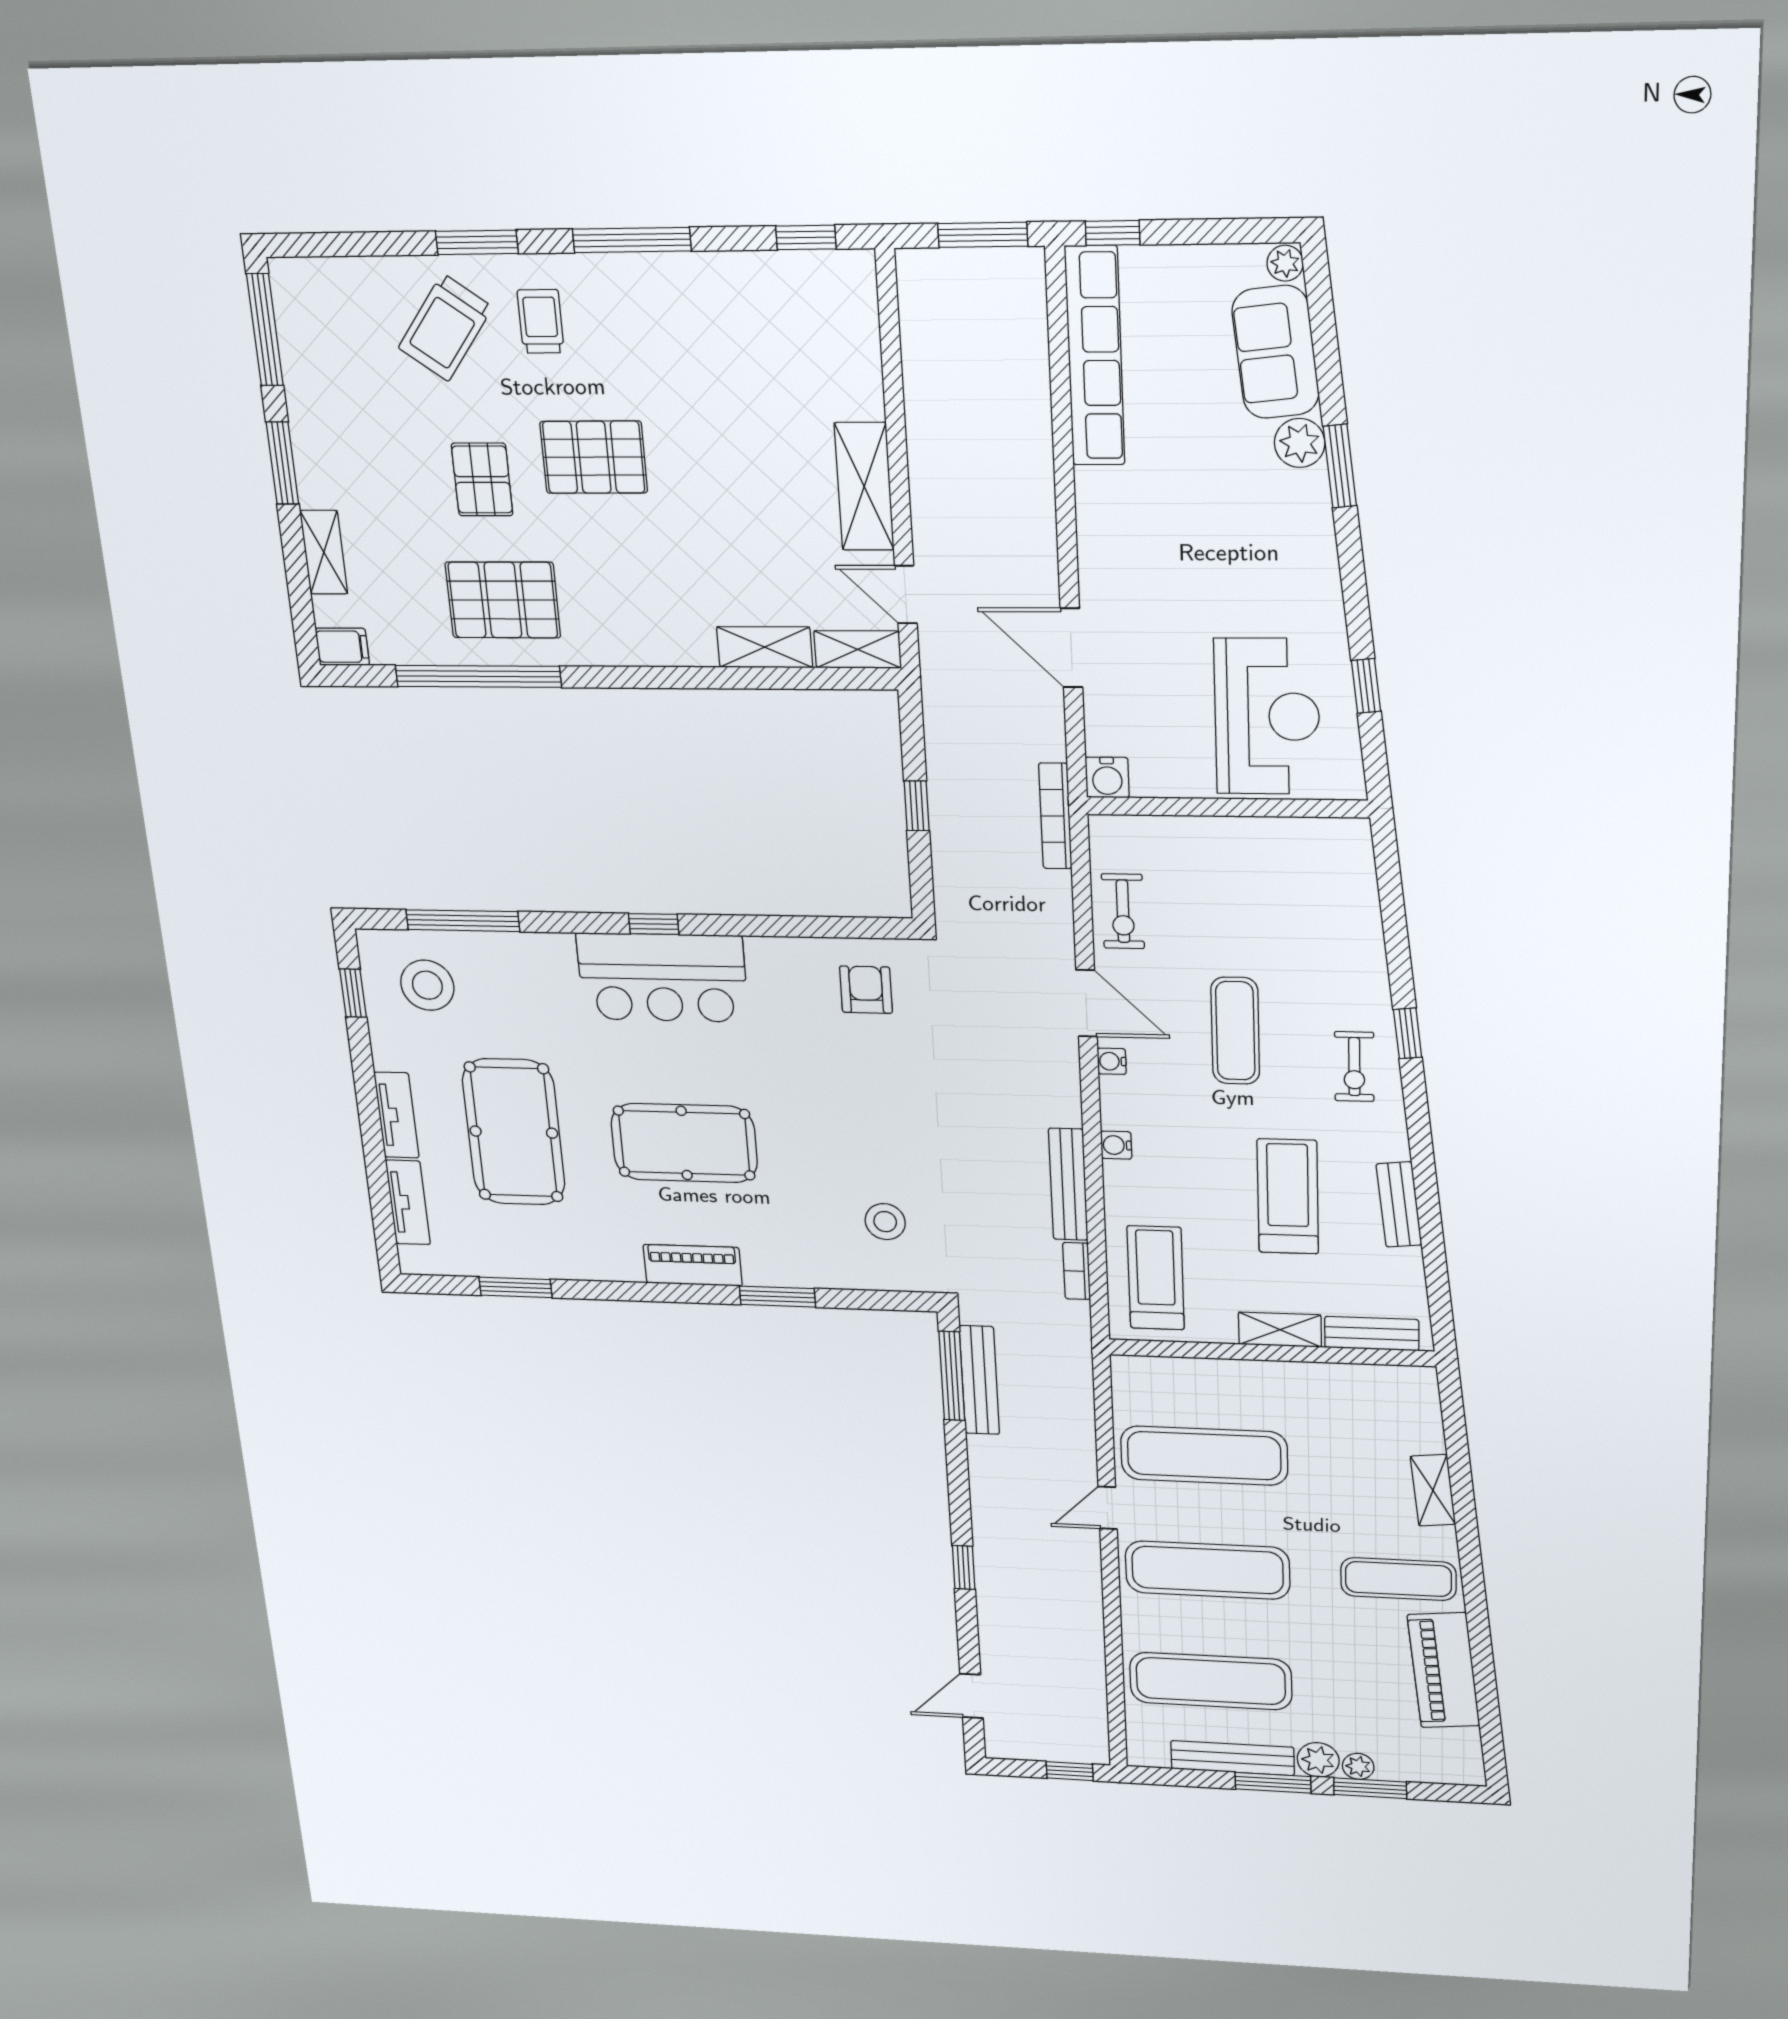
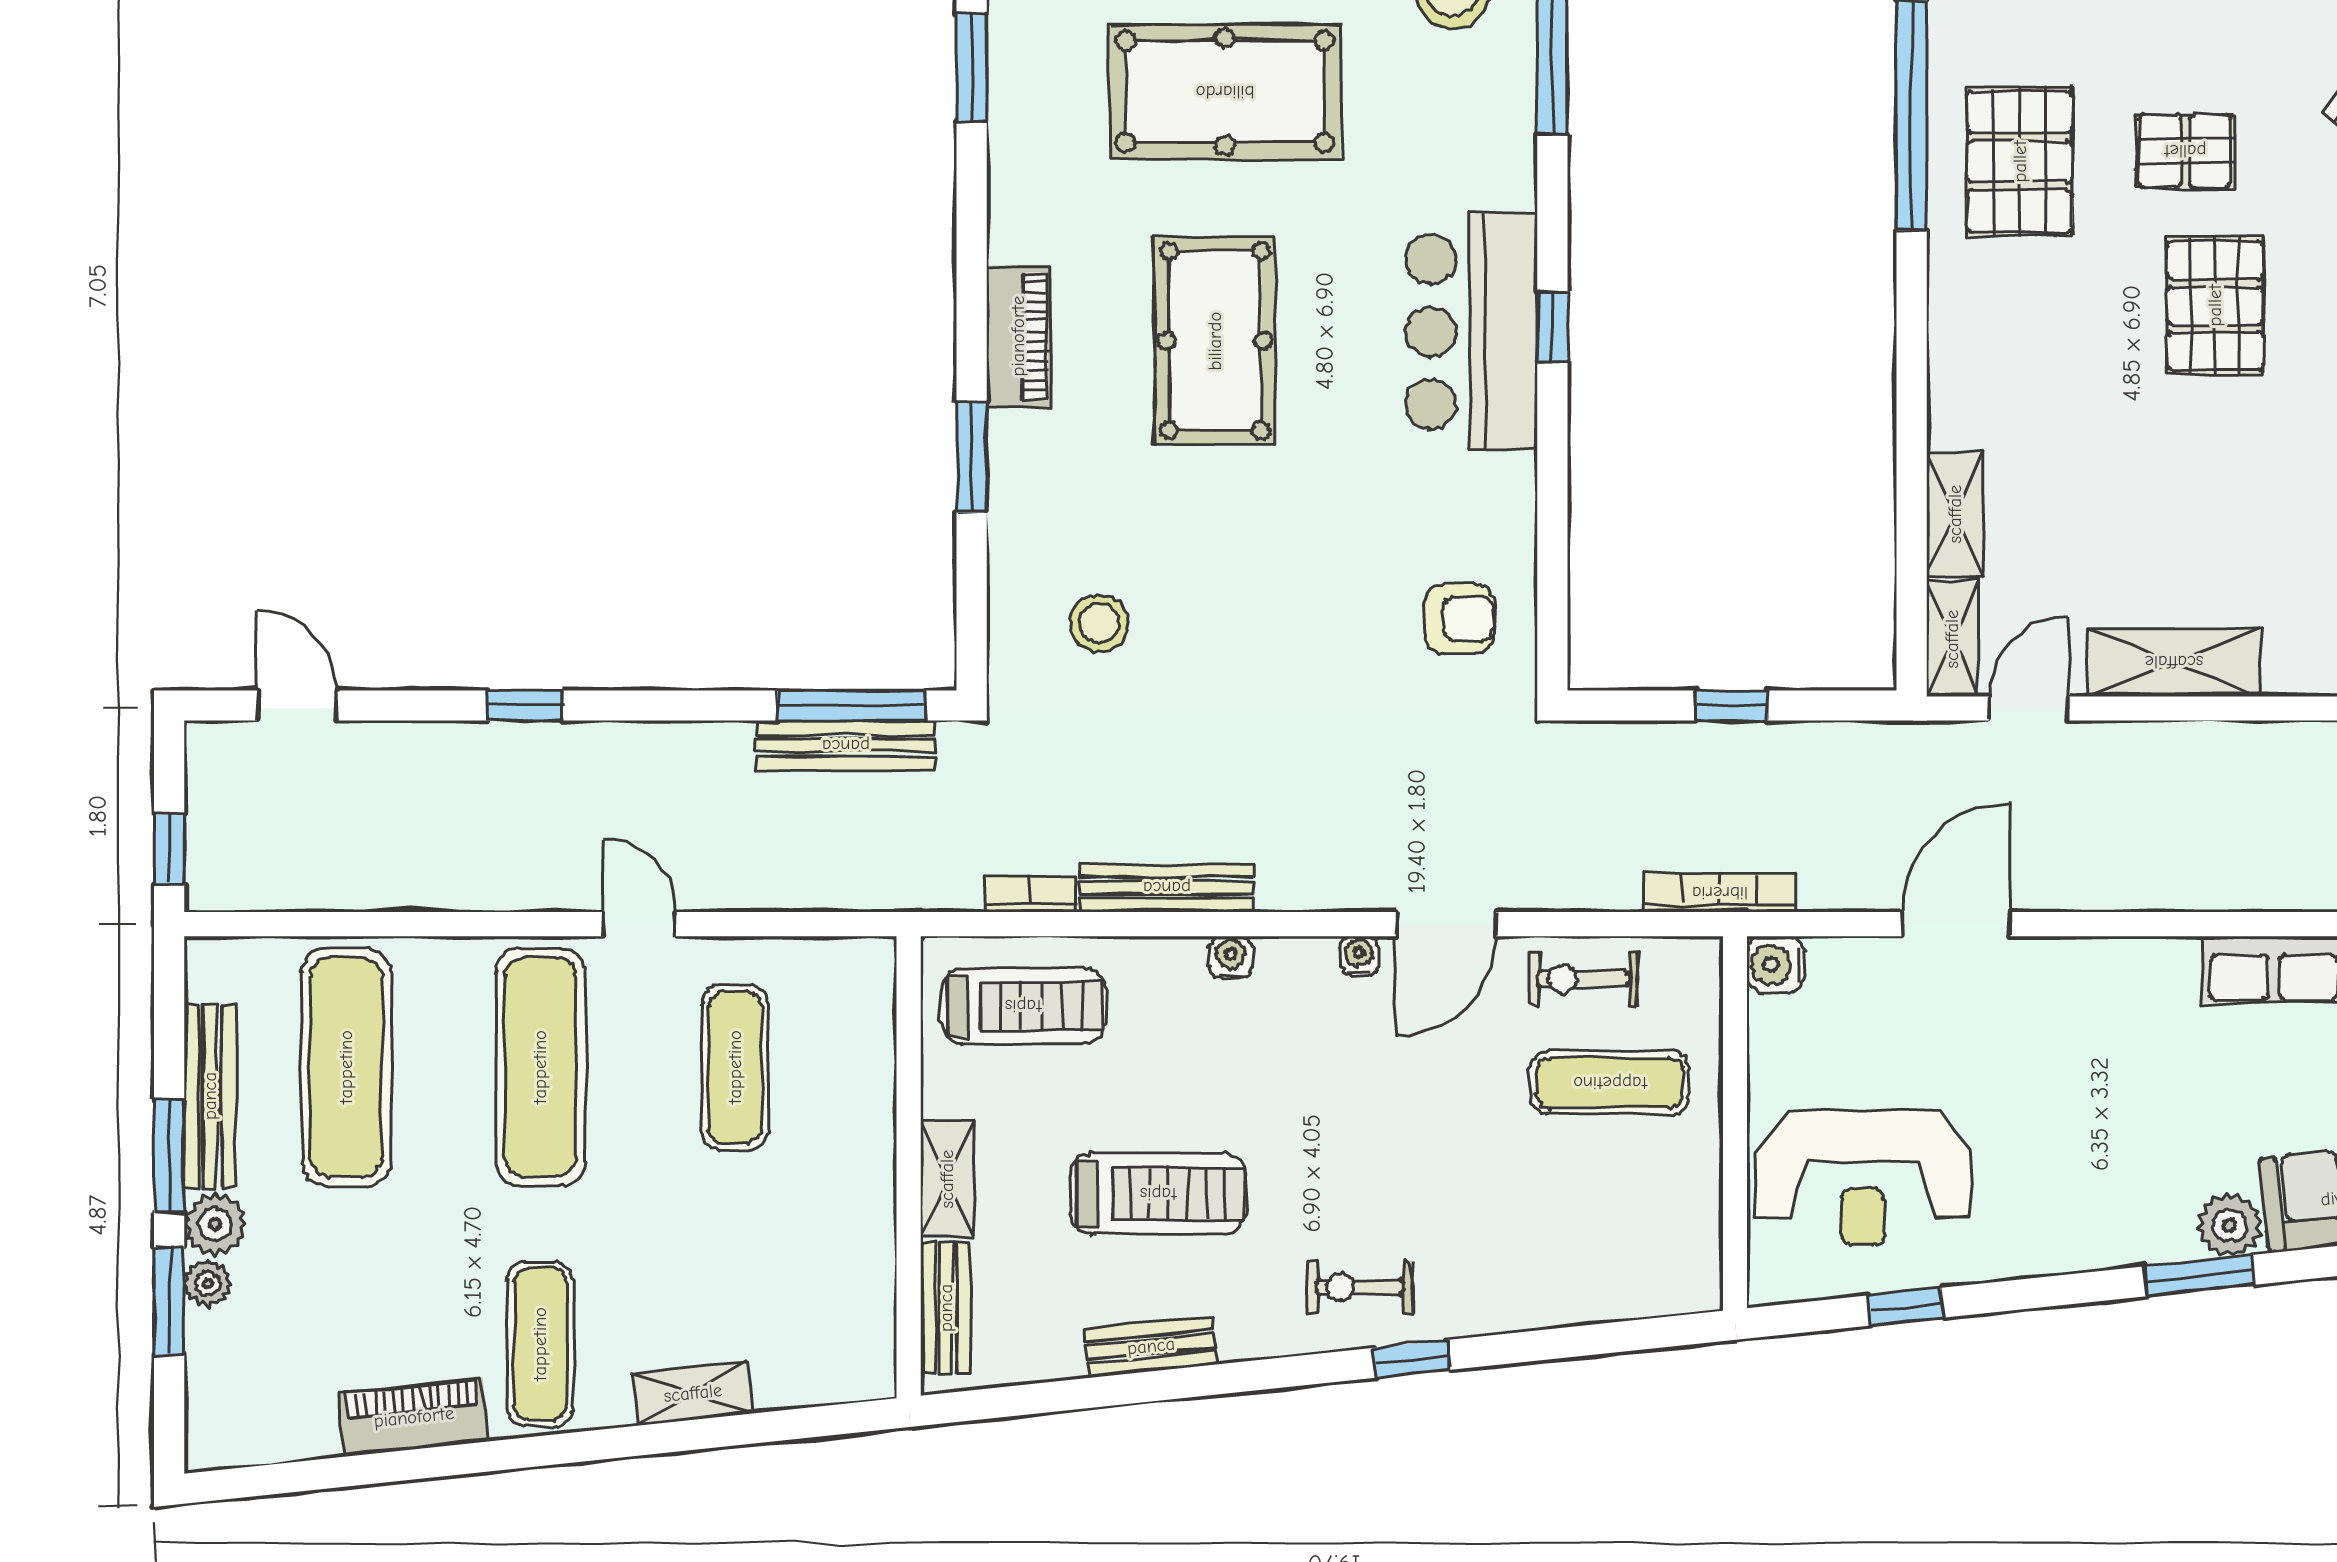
exercise mat: (1235, 1031) -> (1610, 1083), moved
exercise mat: (1204, 1456) -> (735, 1067), width x0.73, depth x0.69
piano: (1444, 1670) -> (414, 1417), width x0.73, depth x0.75

